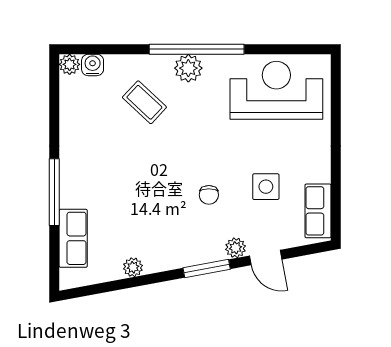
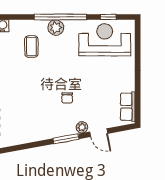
window: (283, 49) -> (108, 17), added
coffee table: (144, 102) -> (31, 46), turned 47
side table: (266, 187) -> (99, 93), removed
plant: (133, 267) -> (25, 138), removed

